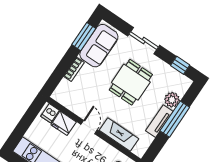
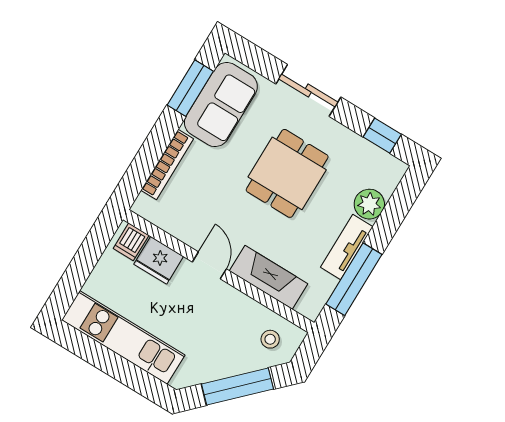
bookcase: (74, 69) -> (167, 165), width x1.56
window: (175, 119) -> (354, 279), moved

